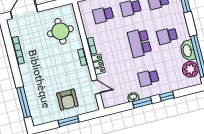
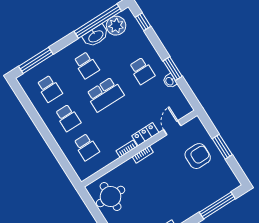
round table: (60, 31) -> (111, 197), moved
window: (167, 96) -> (143, 22), moved

